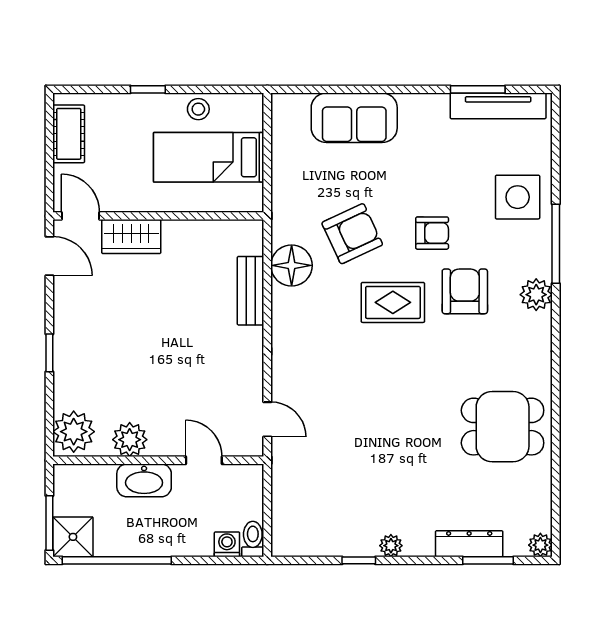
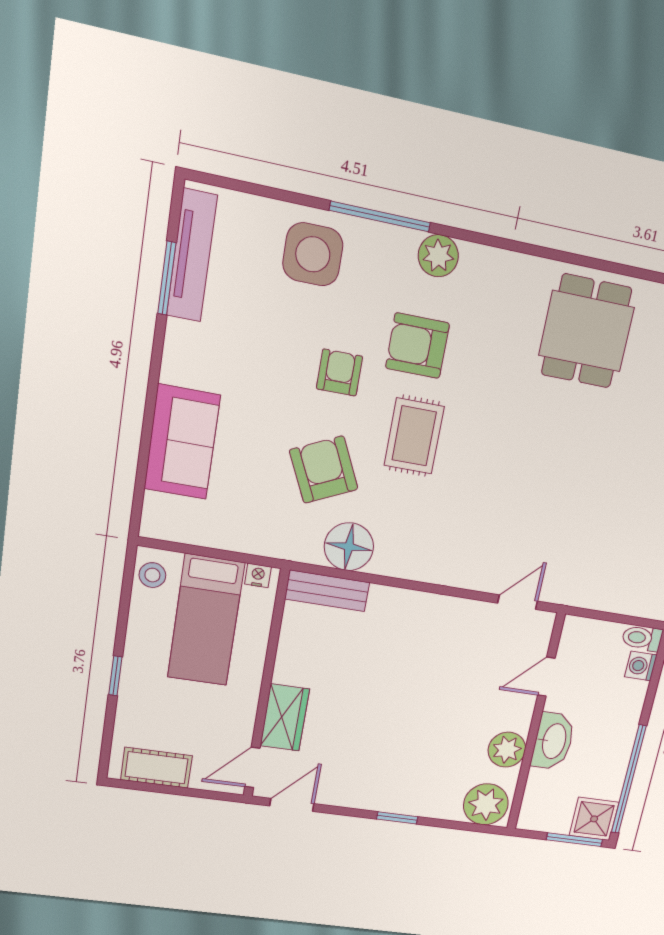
stool: (198, 109) -> (152, 575), moved
nightstand: (254, 194) -> (258, 575), added
bench: (251, 291) -> (327, 591), moved

